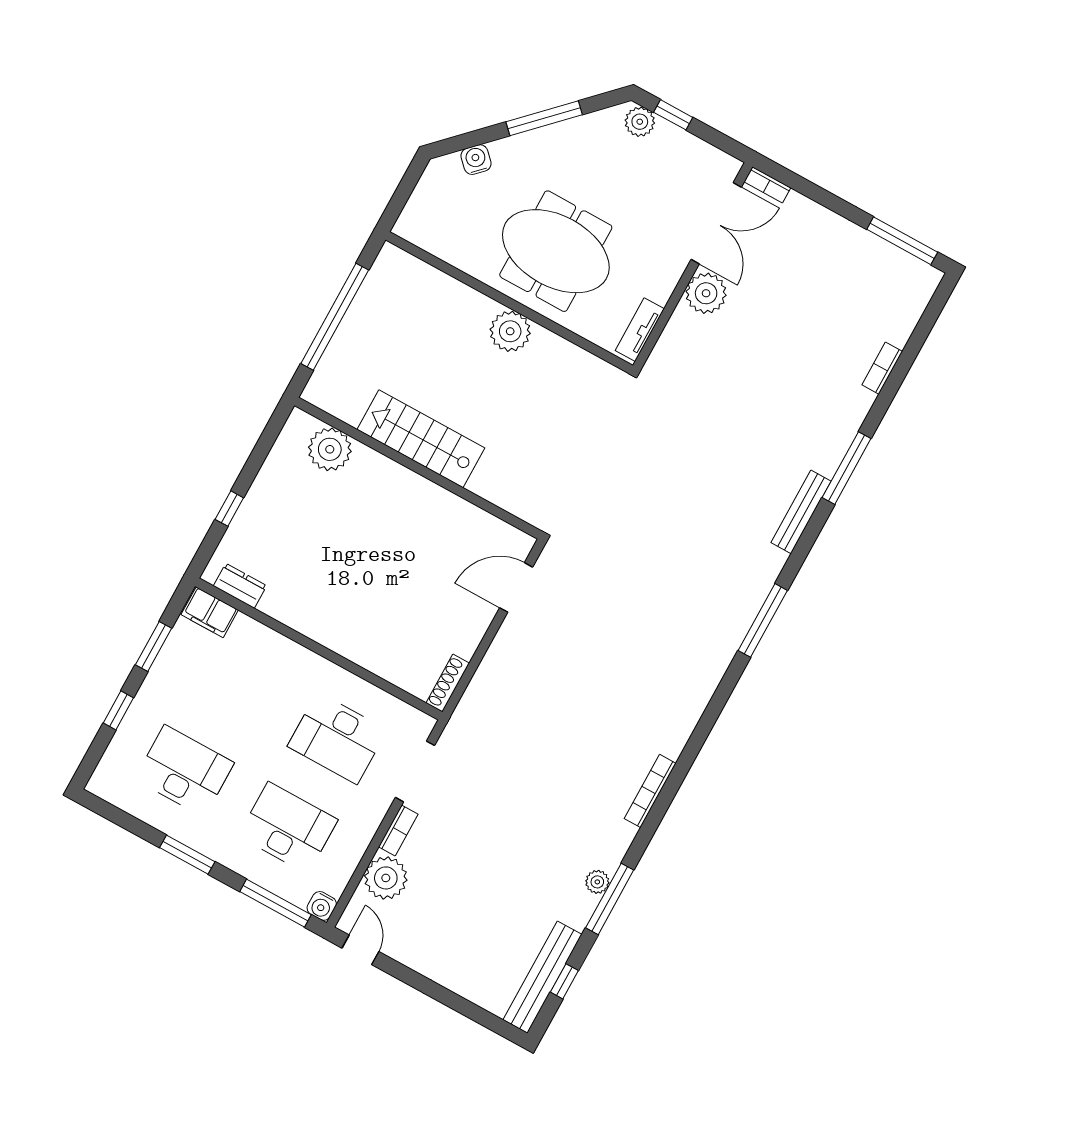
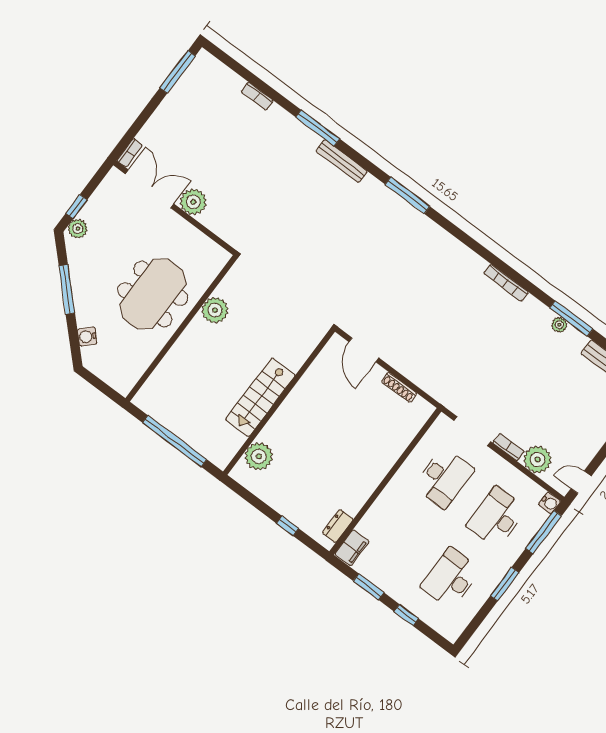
tv unit: (640, 330) -> (211, 247), removed
plant: (510, 331) -> (215, 310), moved
shoe rack: (448, 683) -> (399, 387), moved

